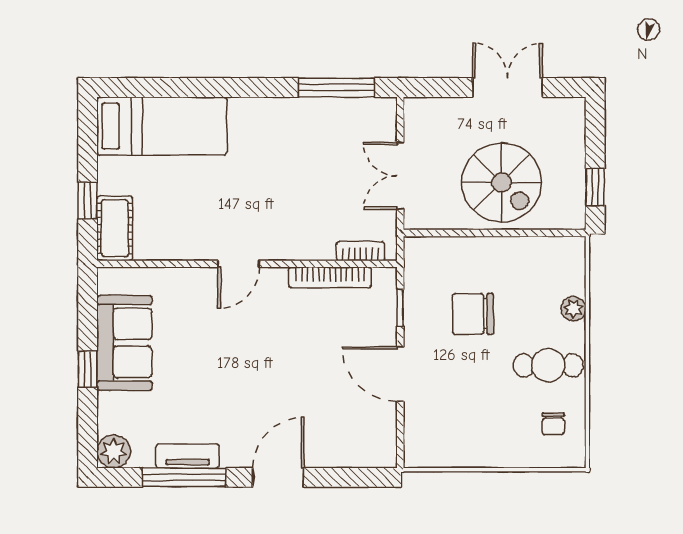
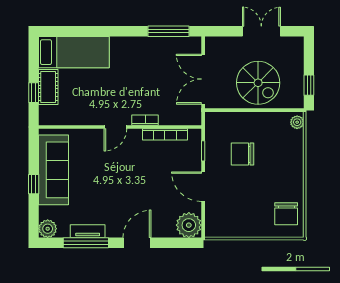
double door: (400, 176) -> (203, 79), width x1.37
cot: (115, 228) -> (48, 87), moved
bookcase: (361, 251) -> (145, 120), moved
plant: (573, 309) -> (297, 122), moved
sofa: (124, 343) -> (53, 170), width x1.36
cafe table: (548, 365) -> (283, 182), removed
chair: (553, 424) -> (286, 214), width x1.87, depth x1.87
plant: (374, 445) -> (189, 225), added

